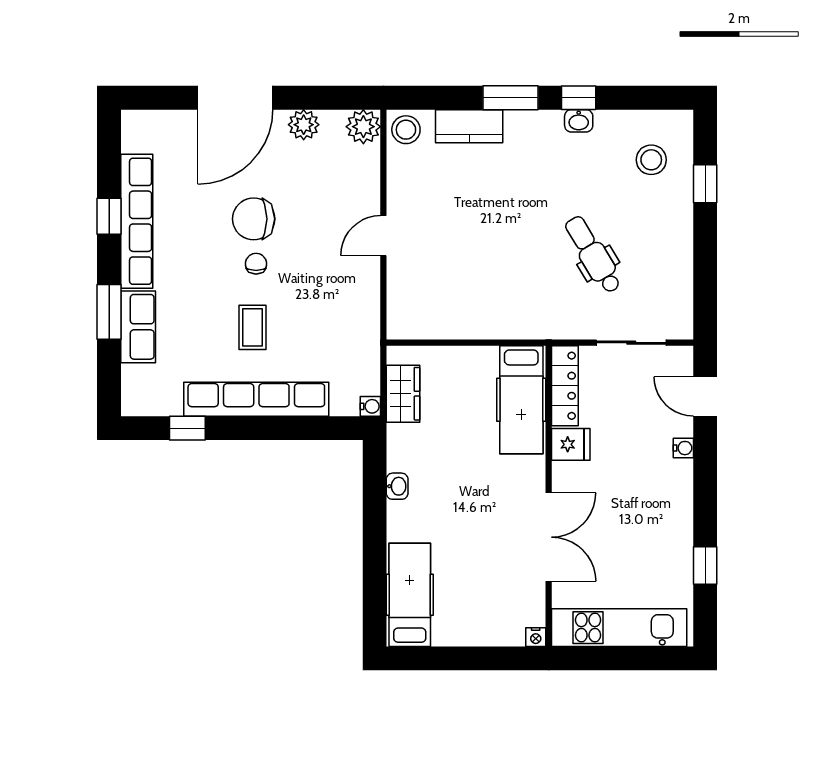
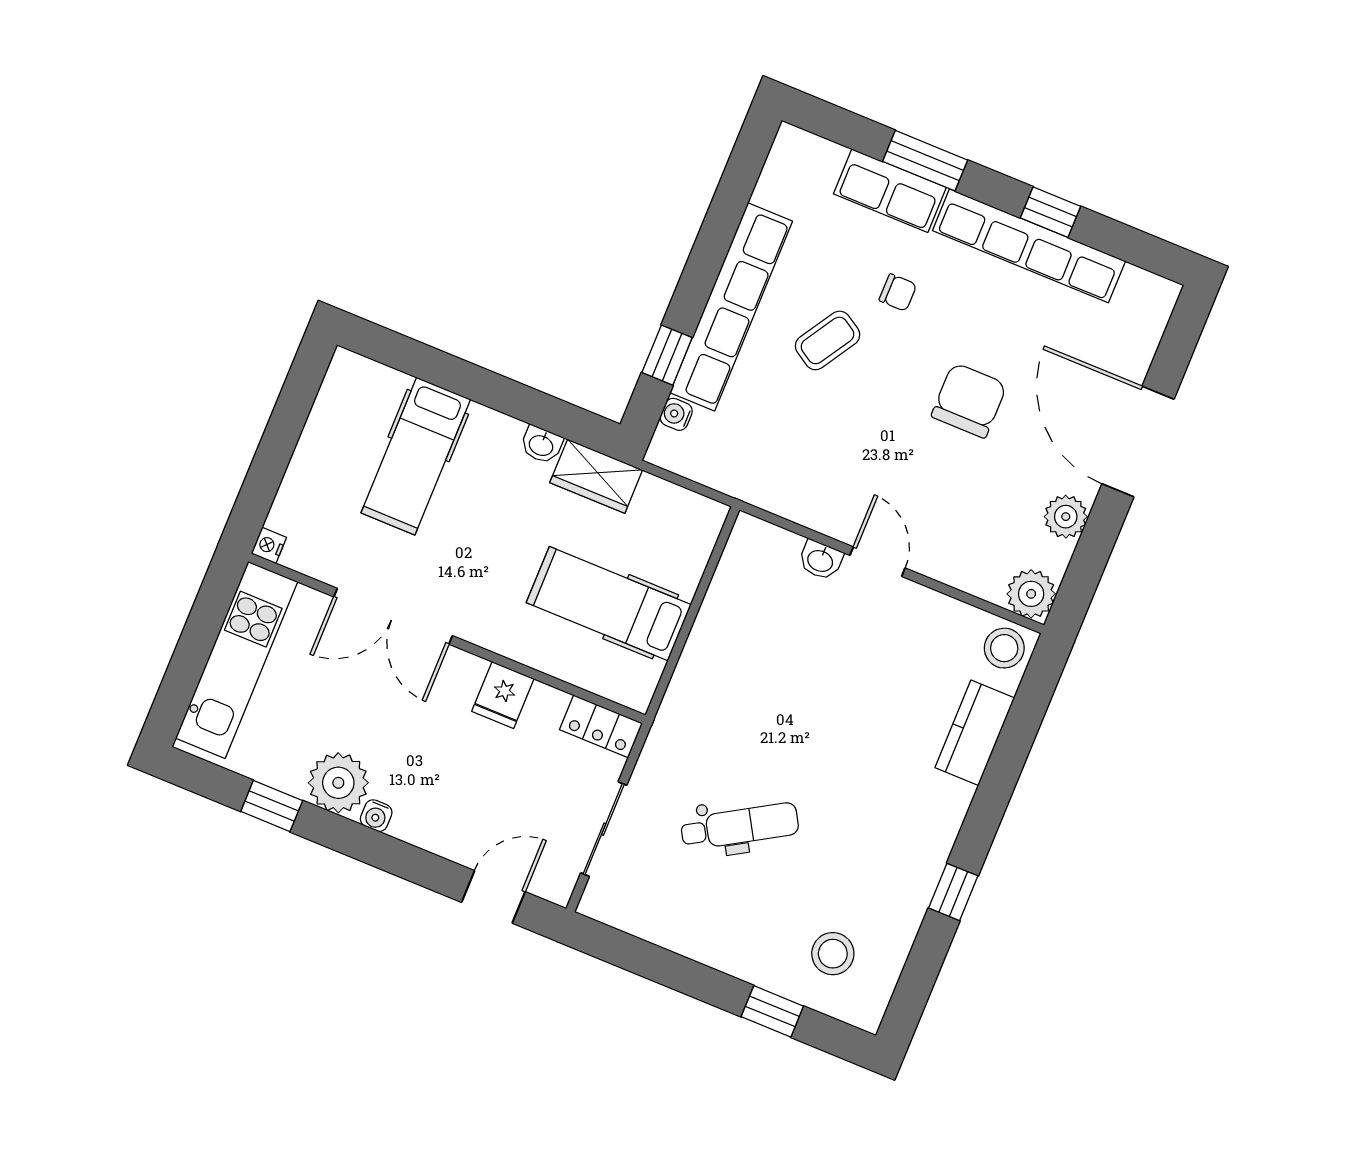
window: (510, 98) -> (990, 802), removed
washbasin: (579, 121) -> (820, 560), moved, turned -90
chair: (256, 264) -> (898, 292), moved
coffee table: (252, 327) -> (828, 340), turned -58
locker: (565, 386) -> (601, 726), width x0.66
wardrobe: (403, 394) -> (596, 476), moved
hospital bed: (521, 400) -> (609, 604), moved
water cooler: (370, 406) -> (676, 414), moved, turned 90
window: (187, 428) -> (667, 355), moved
water cooler: (683, 448) -> (376, 816), moved
plant: (672, 528) -> (338, 783), added
hospital bed: (410, 595) -> (416, 456), moved, turned 90

